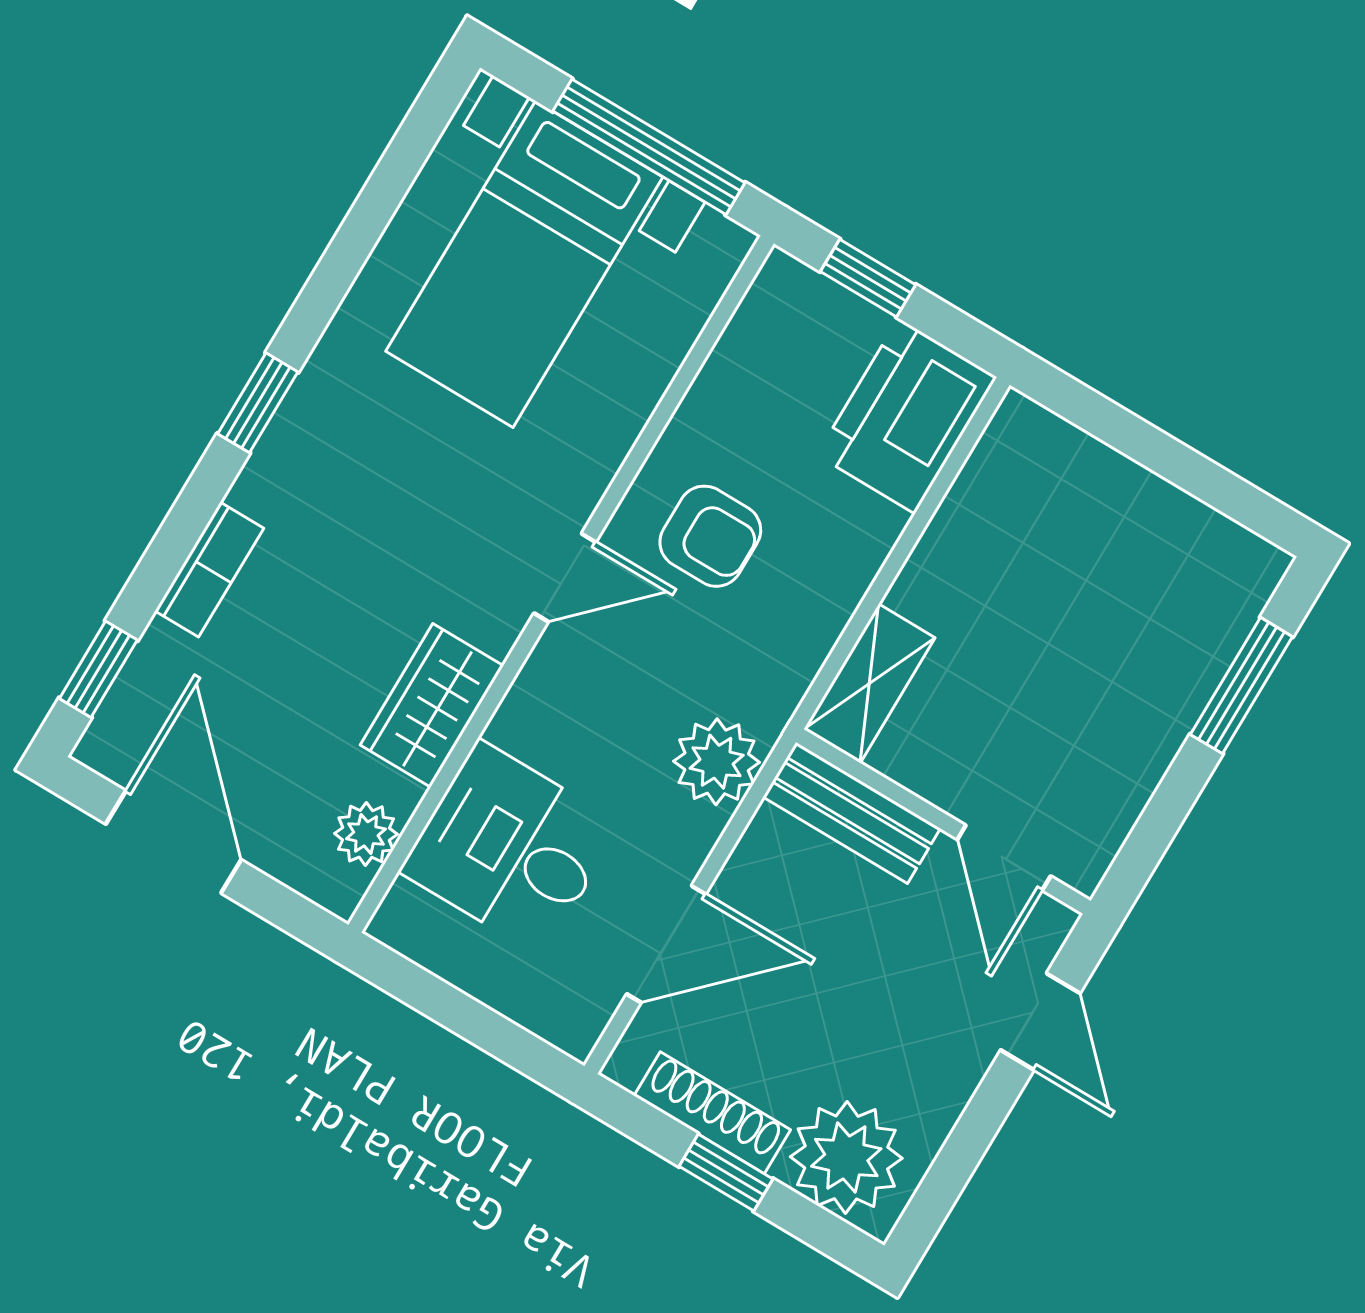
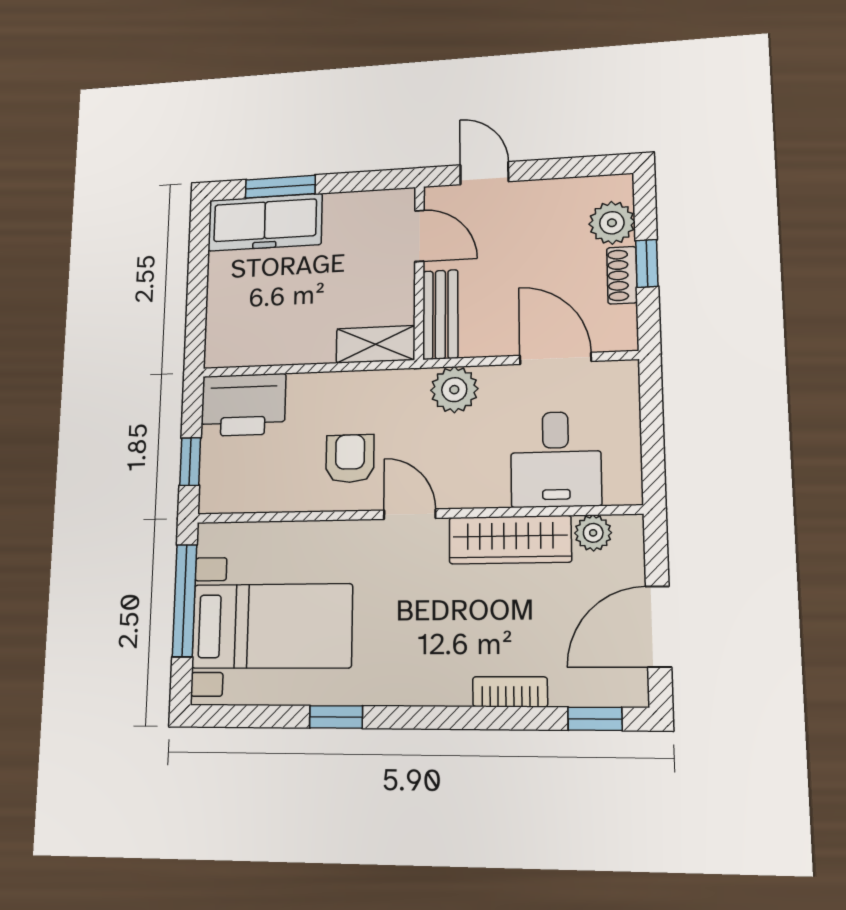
window: (258, 403) -> (336, 717), moved
freezer: (1196, 625) -> (265, 222), added
wardrobe: (432, 705) -> (510, 540), width x1.50
door: (1004, 858) -> (419, 236), hinge flipped
door: (1040, 1022) -> (484, 173), hinge flipped
shoe rack: (712, 1113) -> (622, 275), width x0.70
plant: (846, 1158) -> (612, 223), width x0.73, depth x0.73

